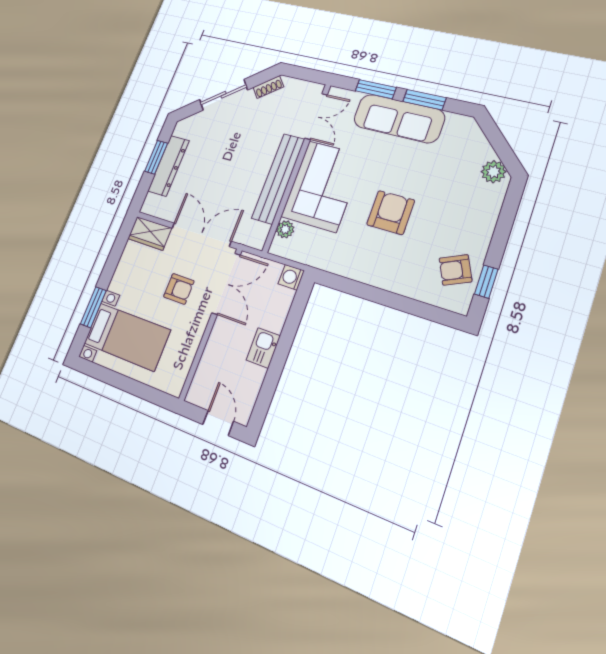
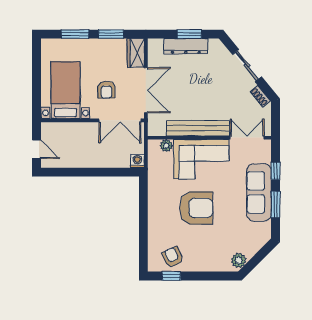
window: (376, 89) -> (276, 171), width x0.67
double door: (316, 116) -> (247, 138), swing flipped
armchair: (391, 212) -> (196, 208), width x1.36, depth x1.36
window: (114, 259) -> (111, 34), added
bed with nightstands: (127, 337) -> (66, 90), moved, turned 180
kitchen sink: (263, 348) -> (89, 160), removed
door: (218, 423) -> (37, 149), hinge flipped

